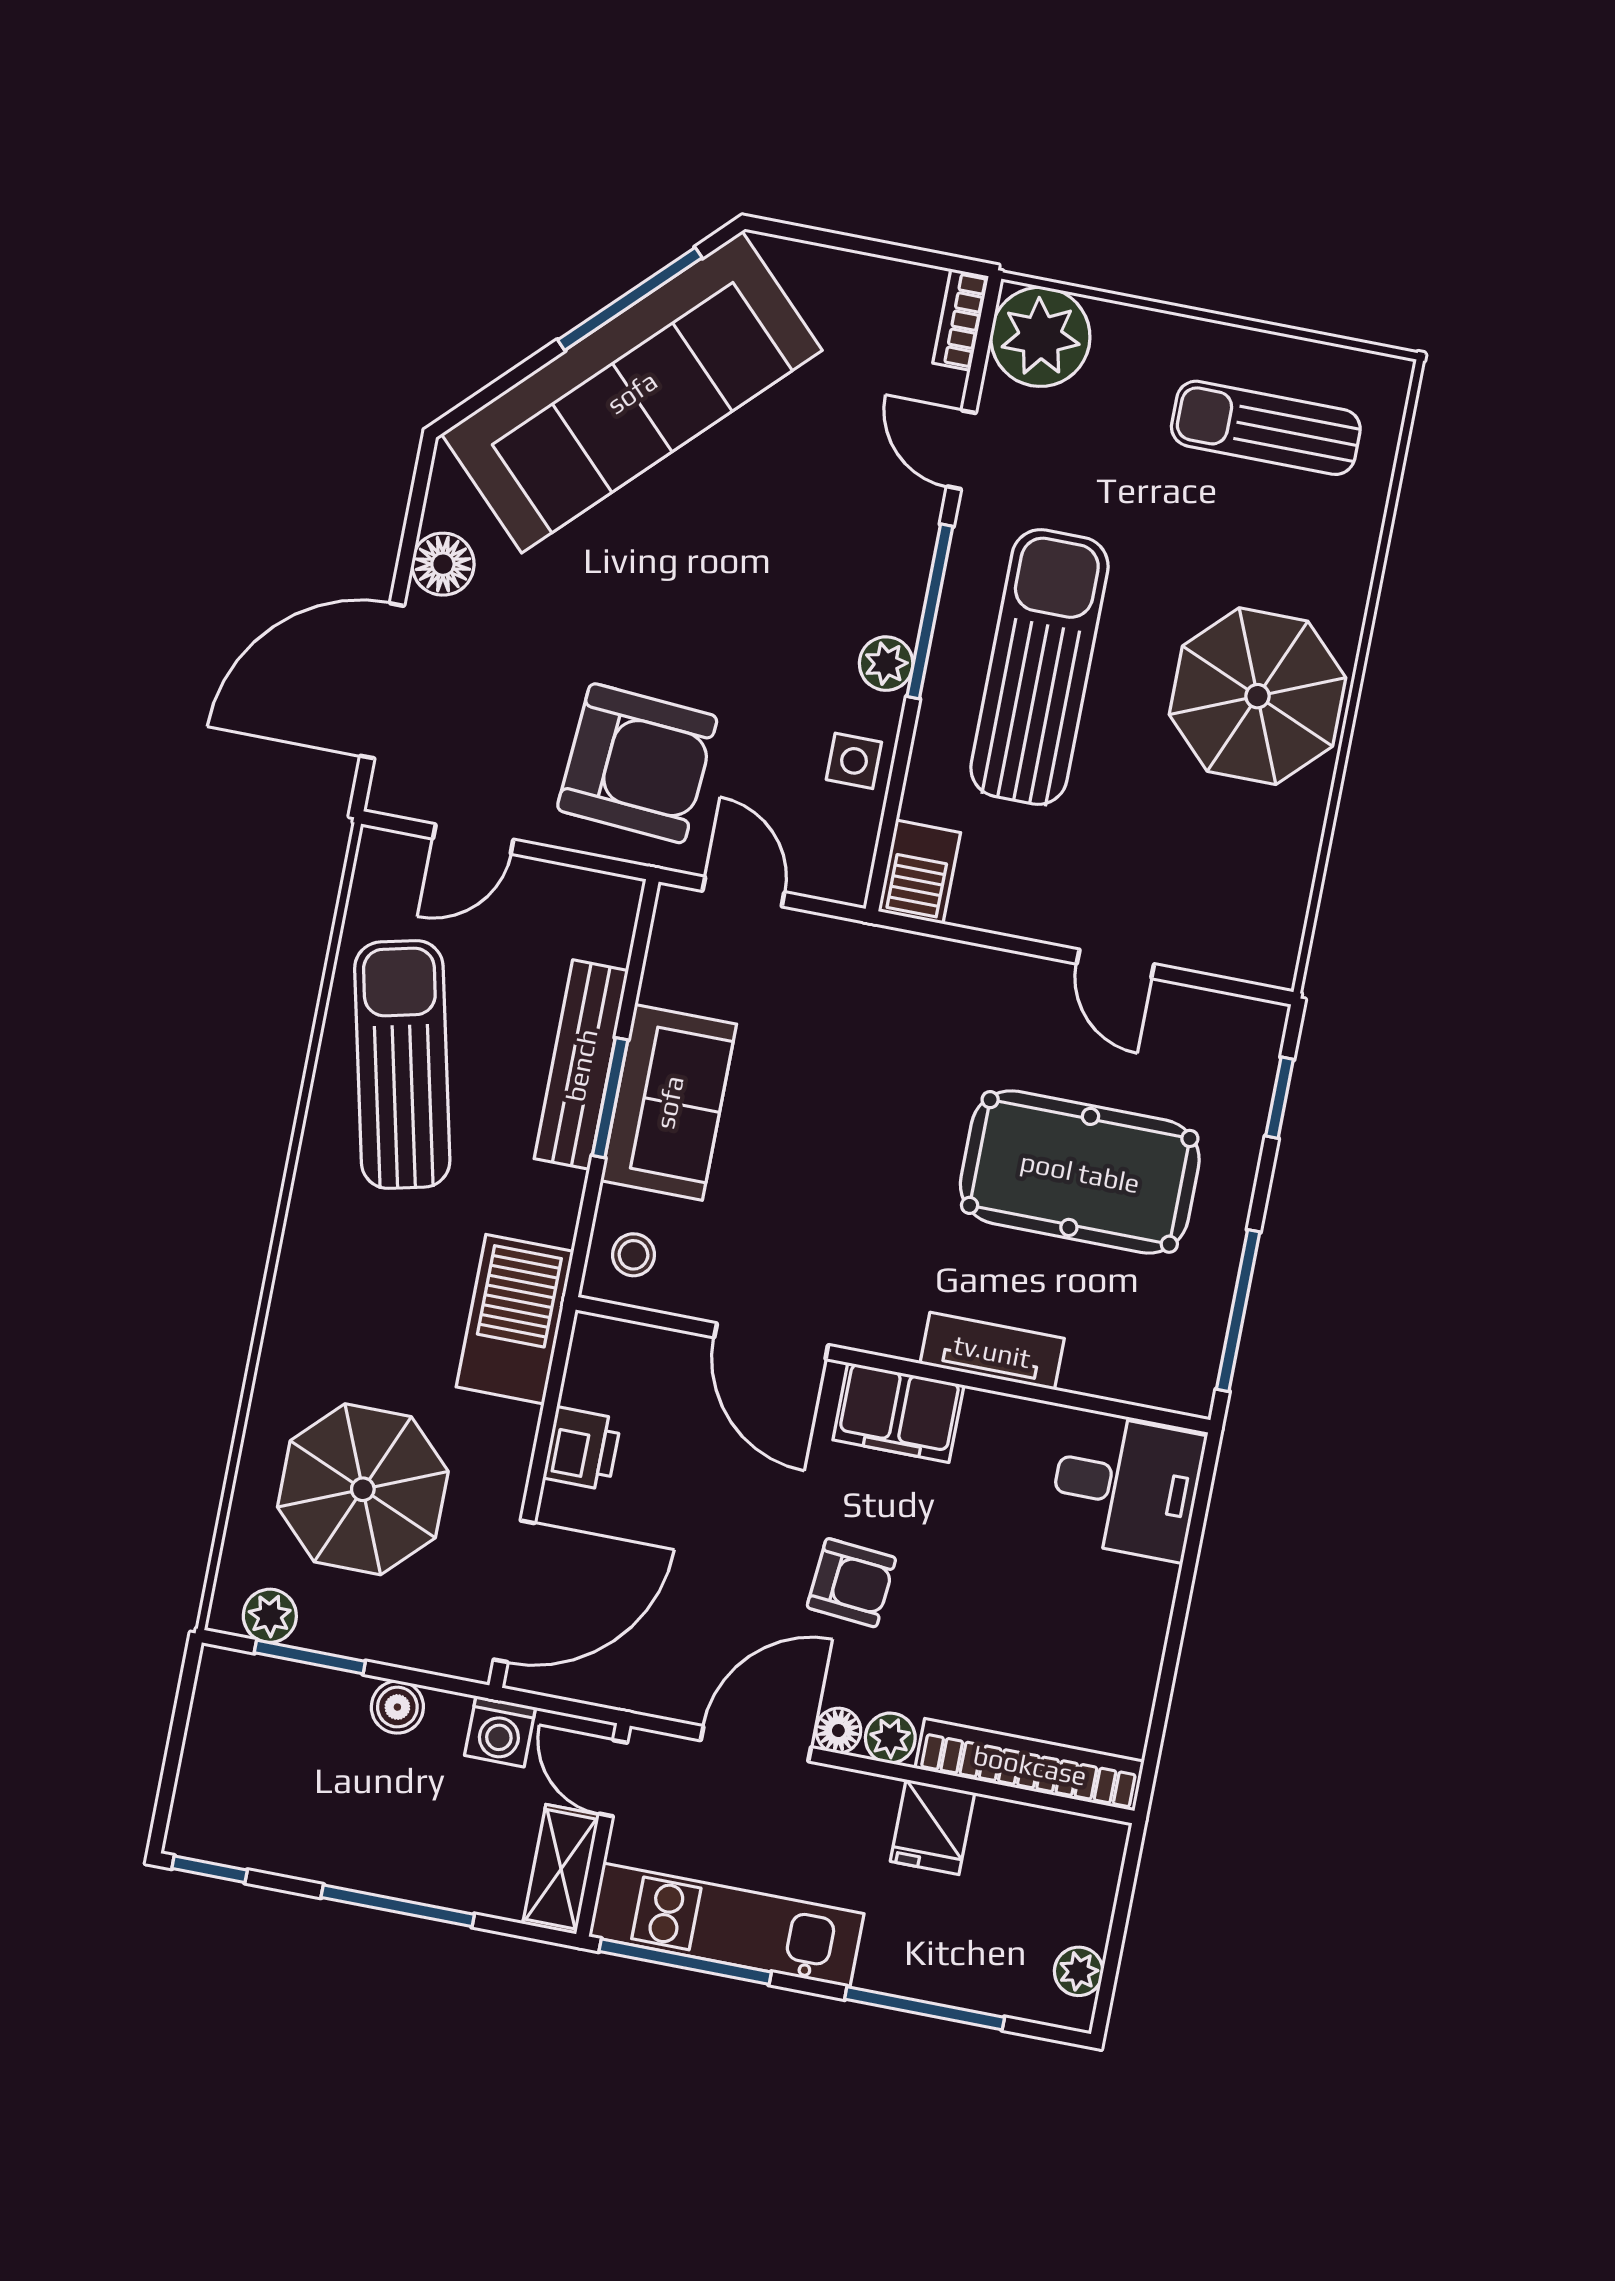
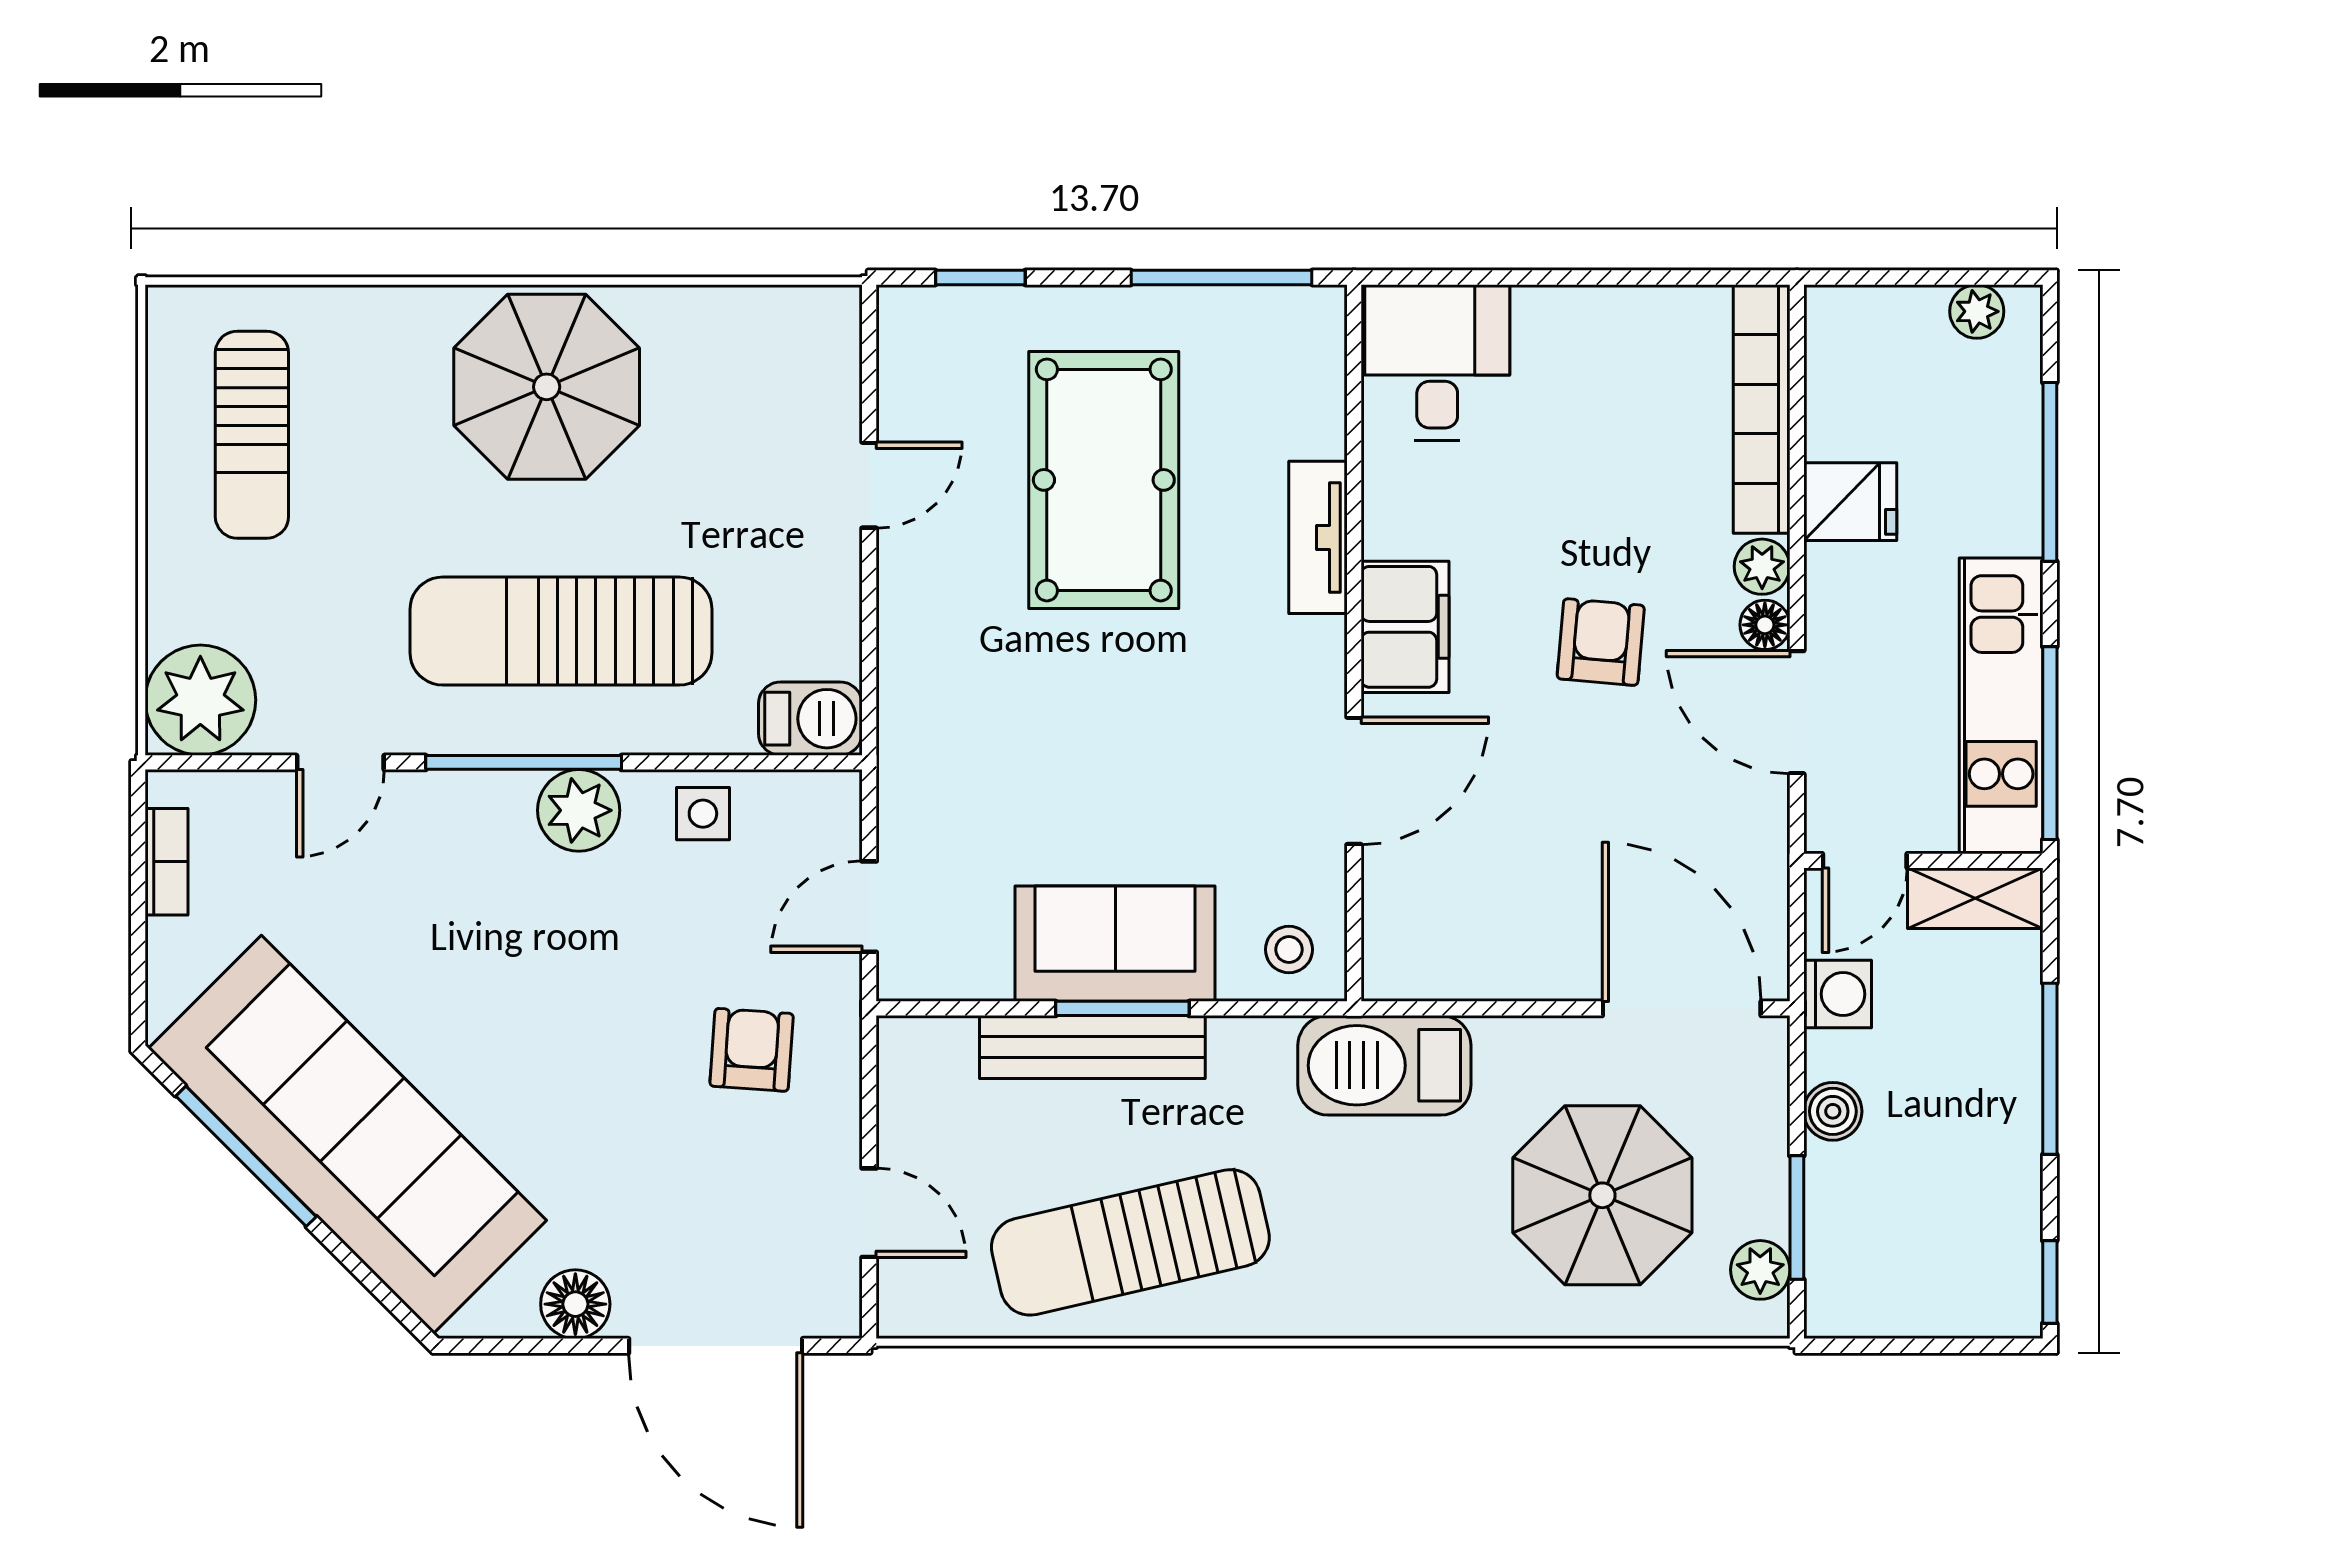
bookcase: (961, 320) -> (167, 862), moved, turned -90
plant: (886, 664) -> (579, 810), width x1.38, depth x1.38
armchair: (637, 763) -> (752, 1050), width x0.53, depth x0.53
printer: (582, 1449) -> (1511, 965), removed

